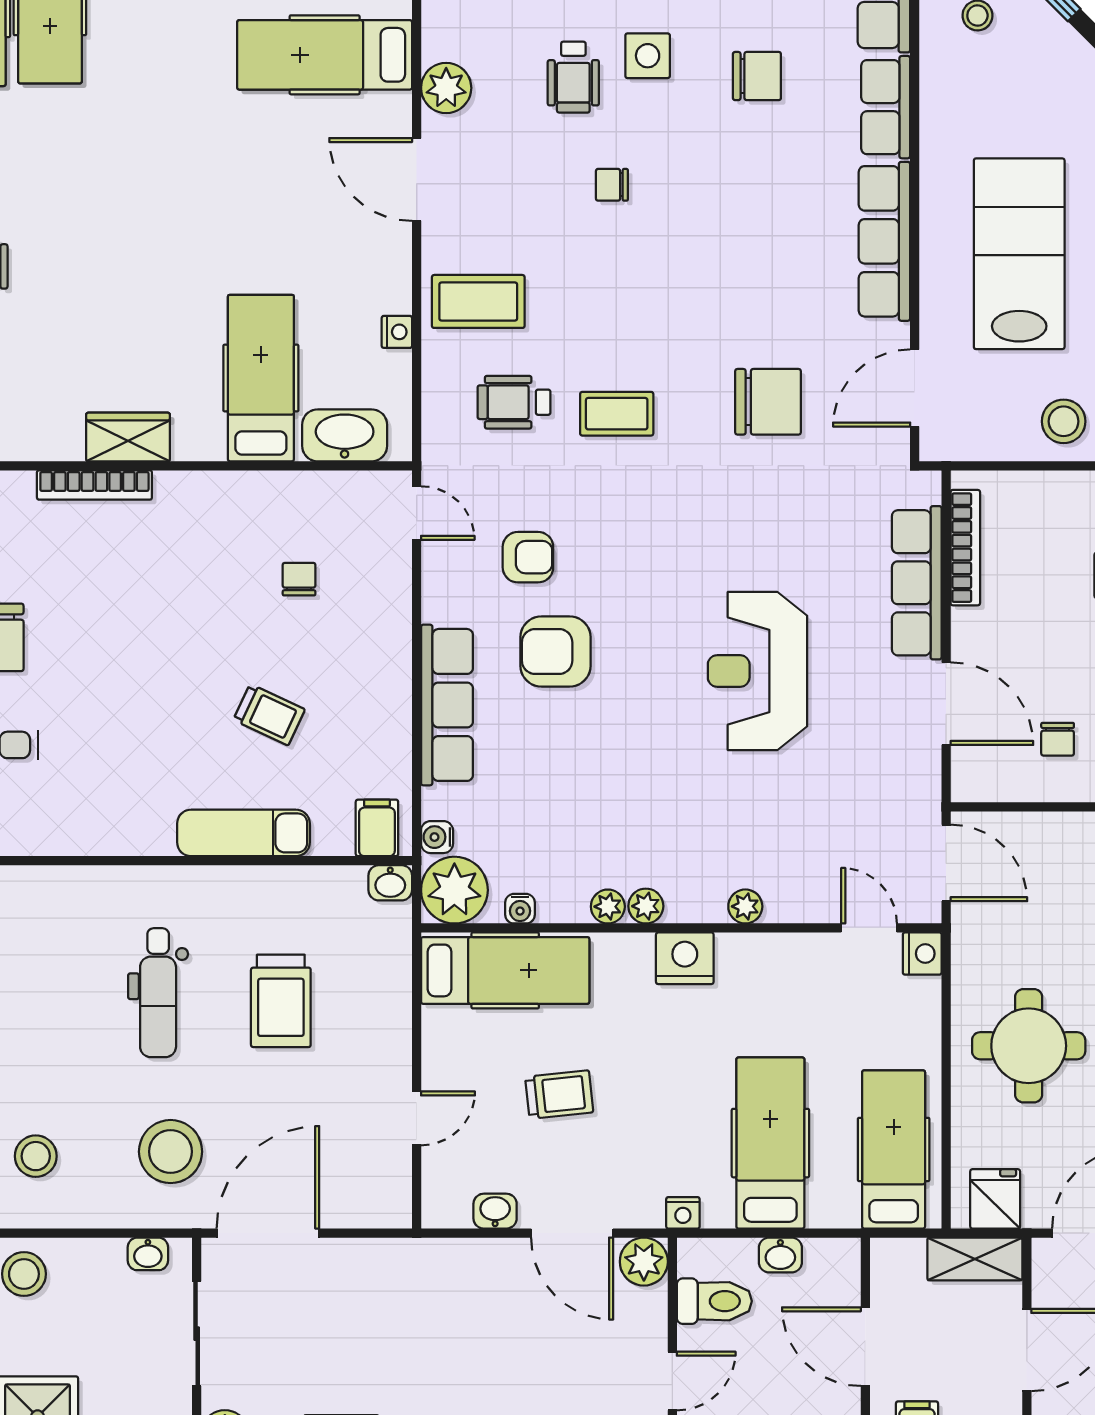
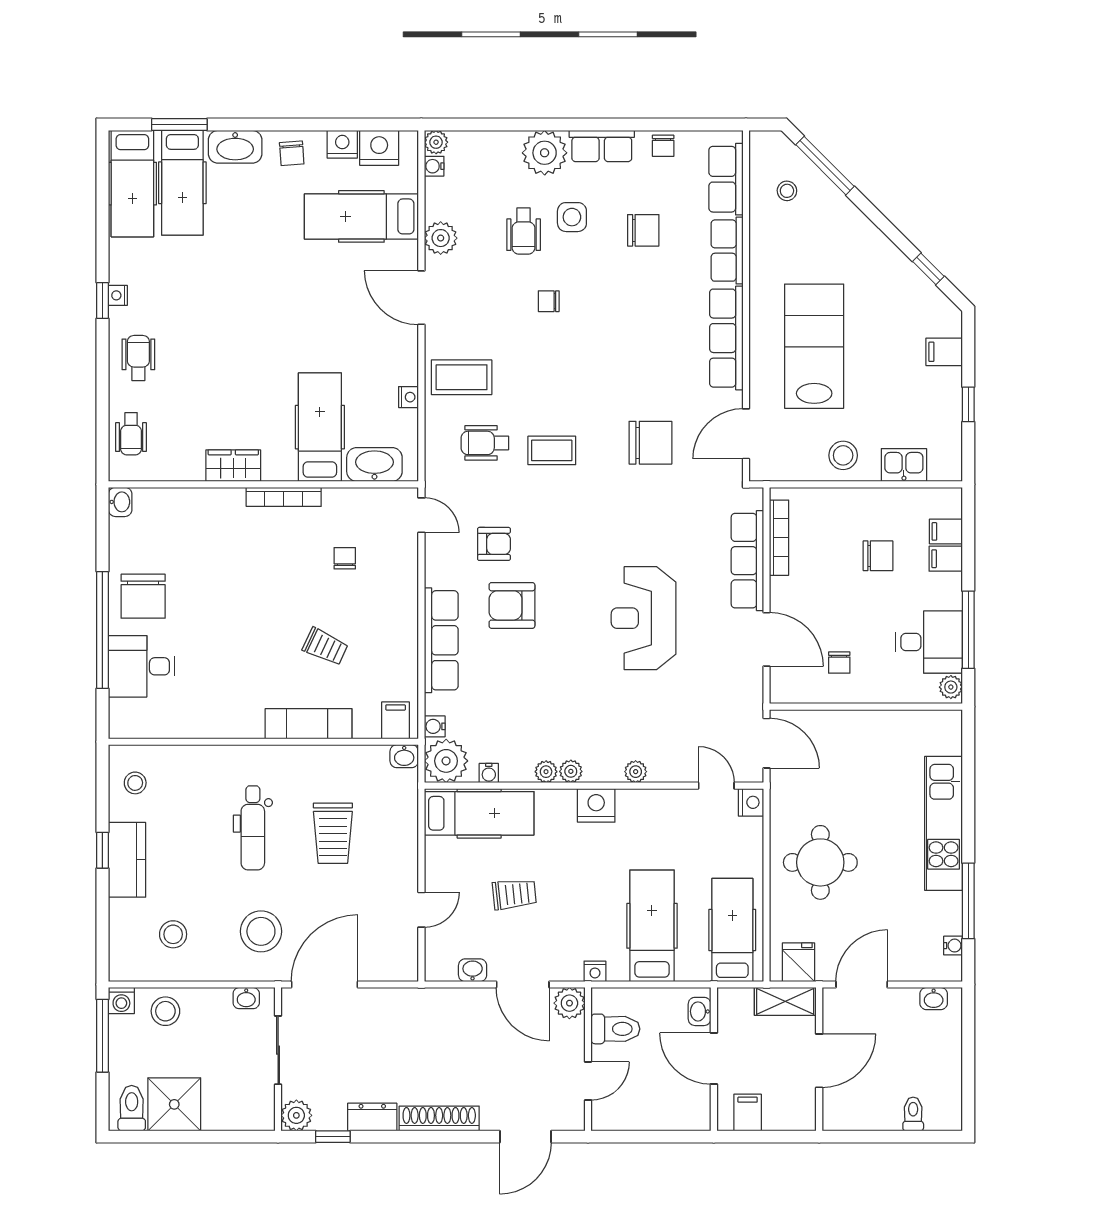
bookcase: (94, 485) -> (284, 497), moved
washbasin: (780, 1255) -> (700, 1011), moved, turned 90

